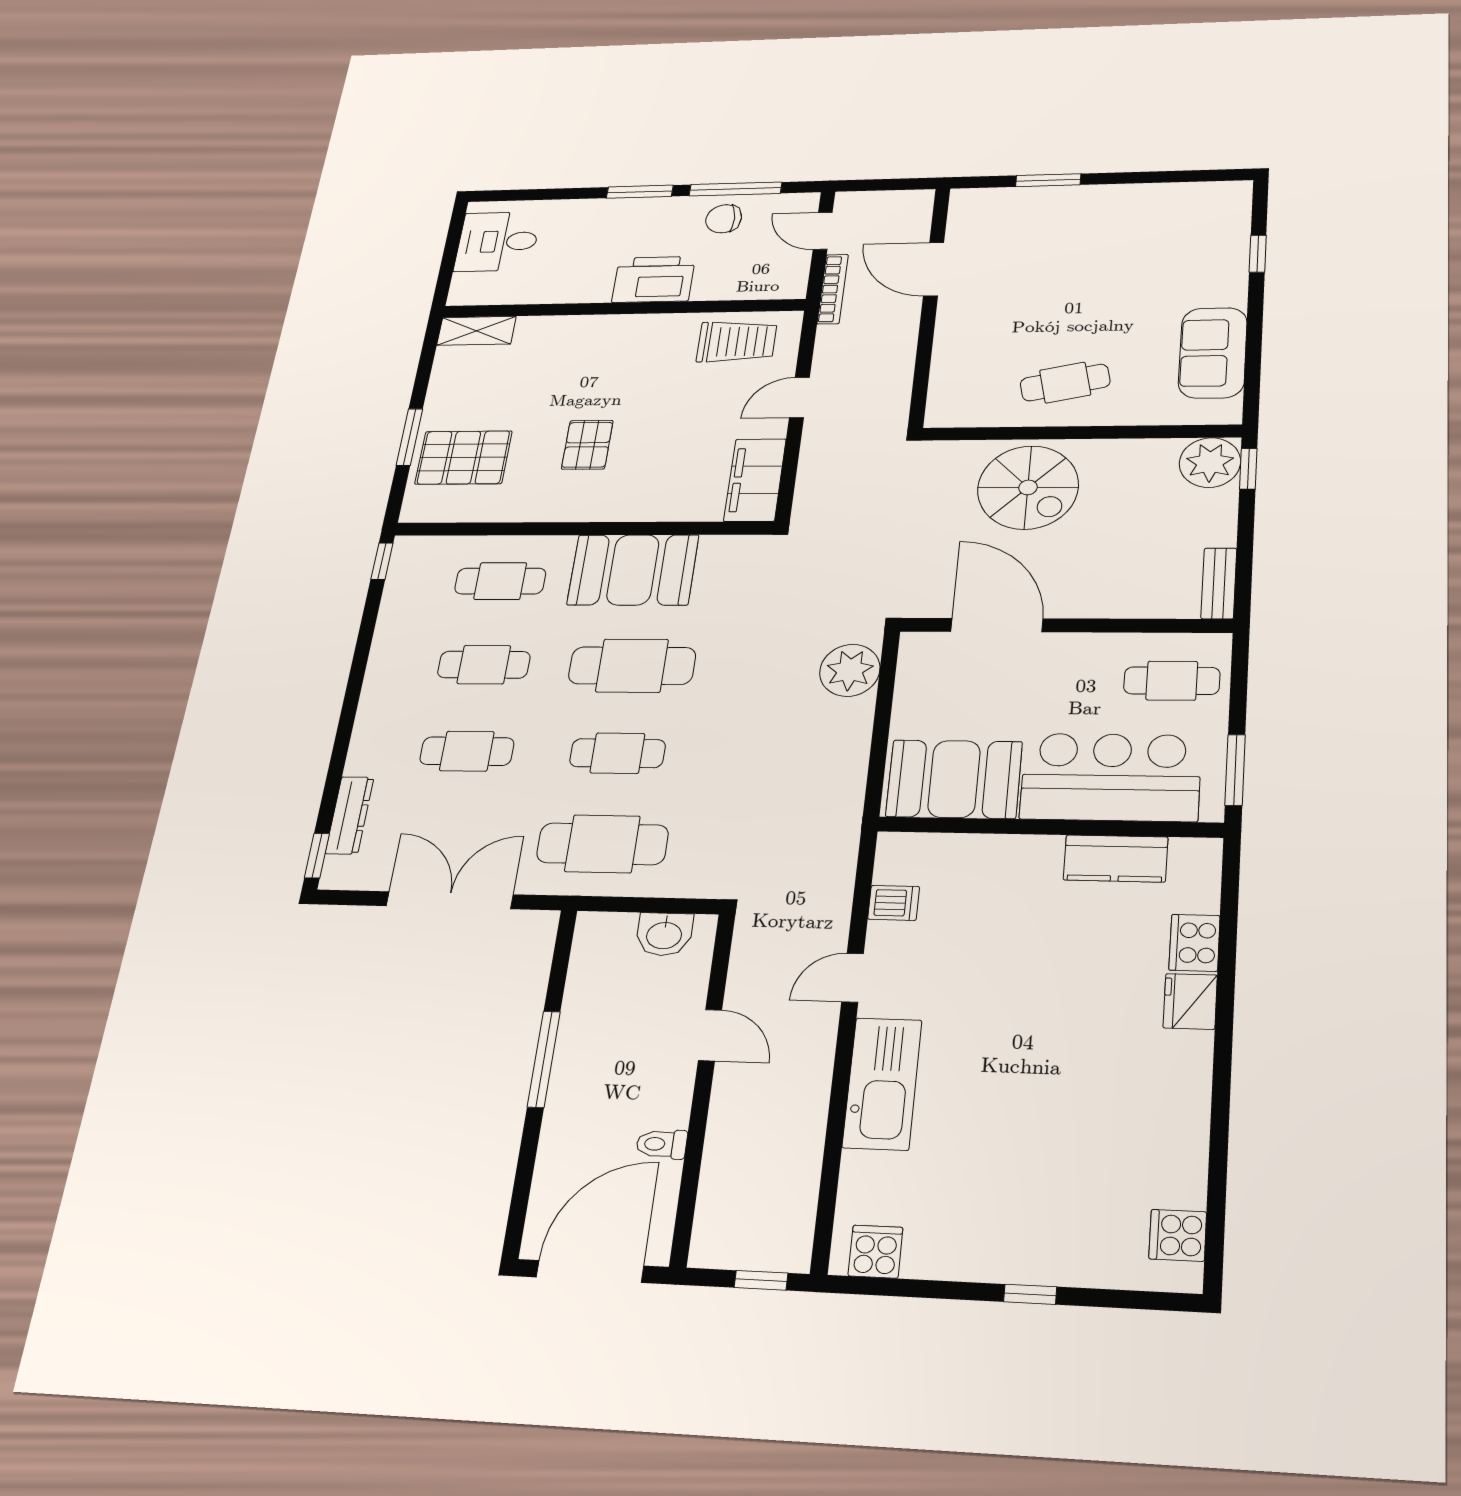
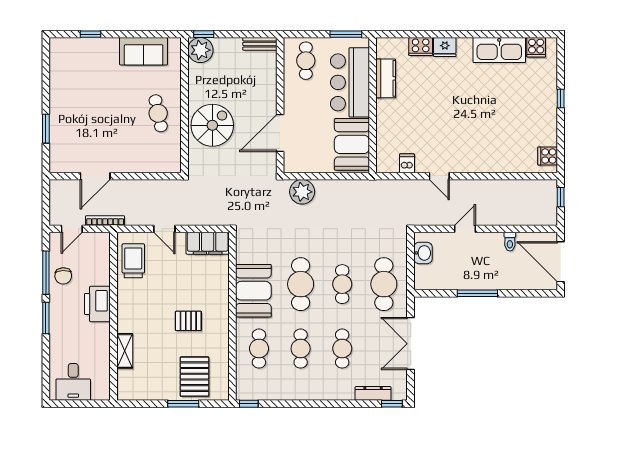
shelving: (476, 331) -> (125, 351), moved
kitchen sink: (882, 1083) -> (499, 50), moved, turned 180

